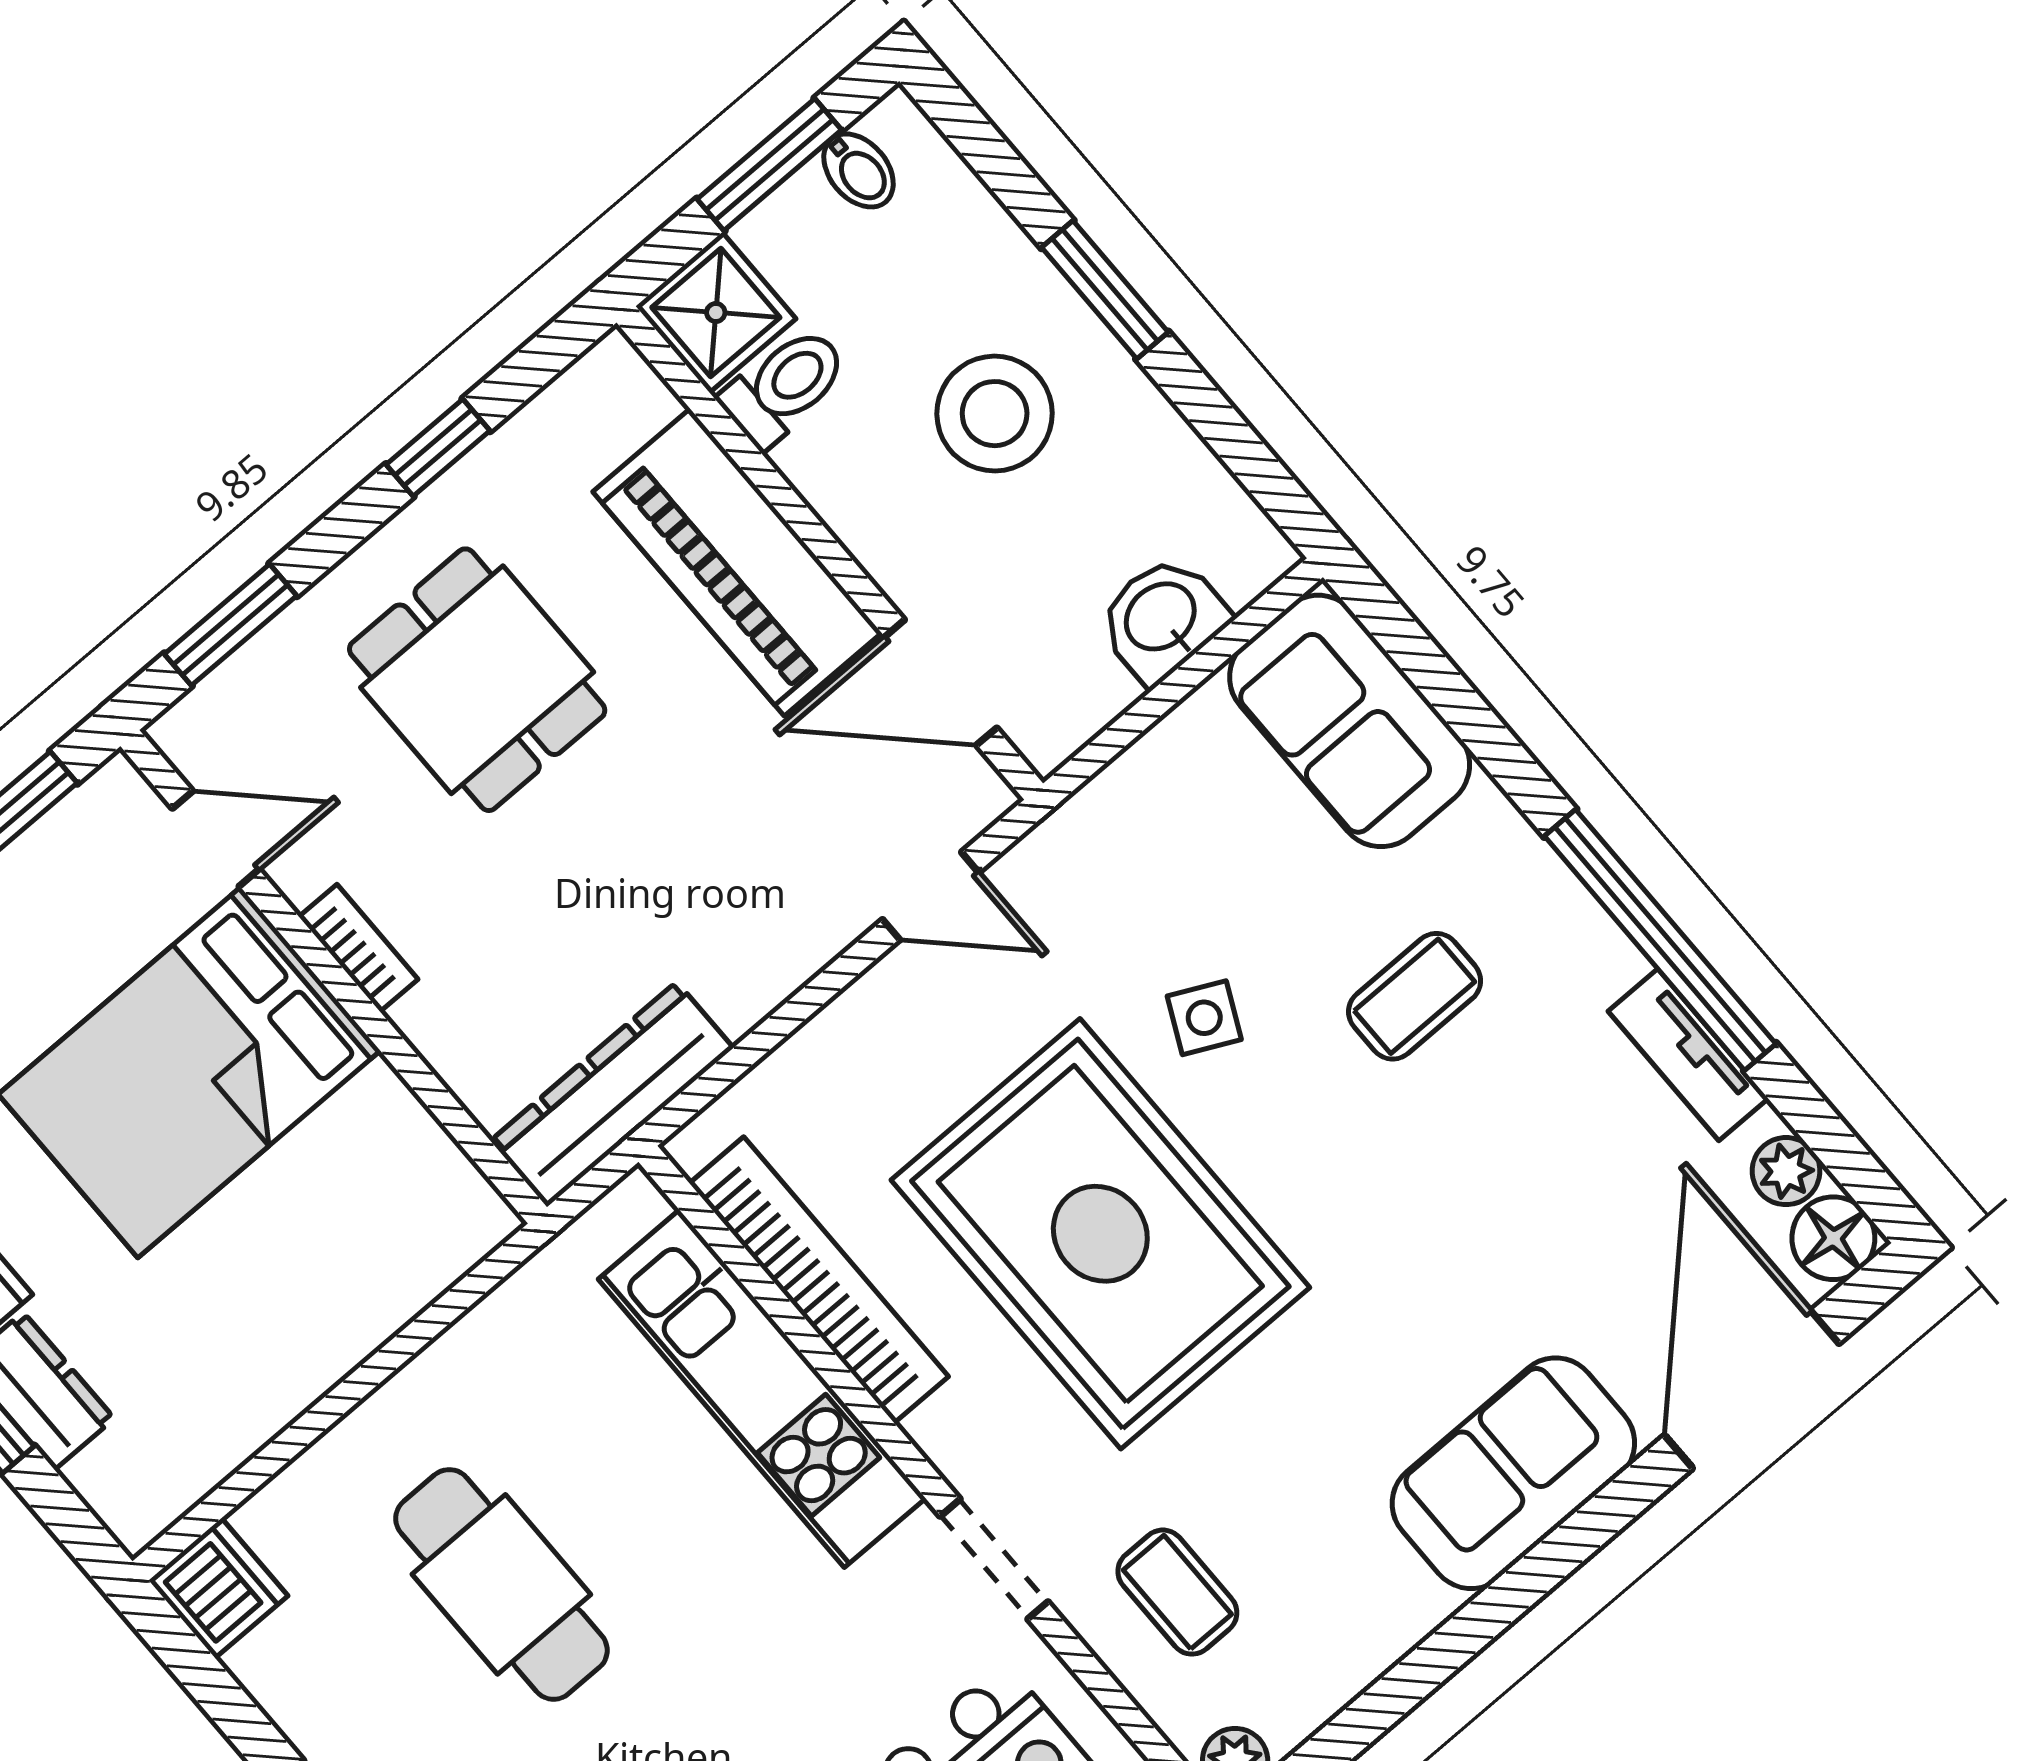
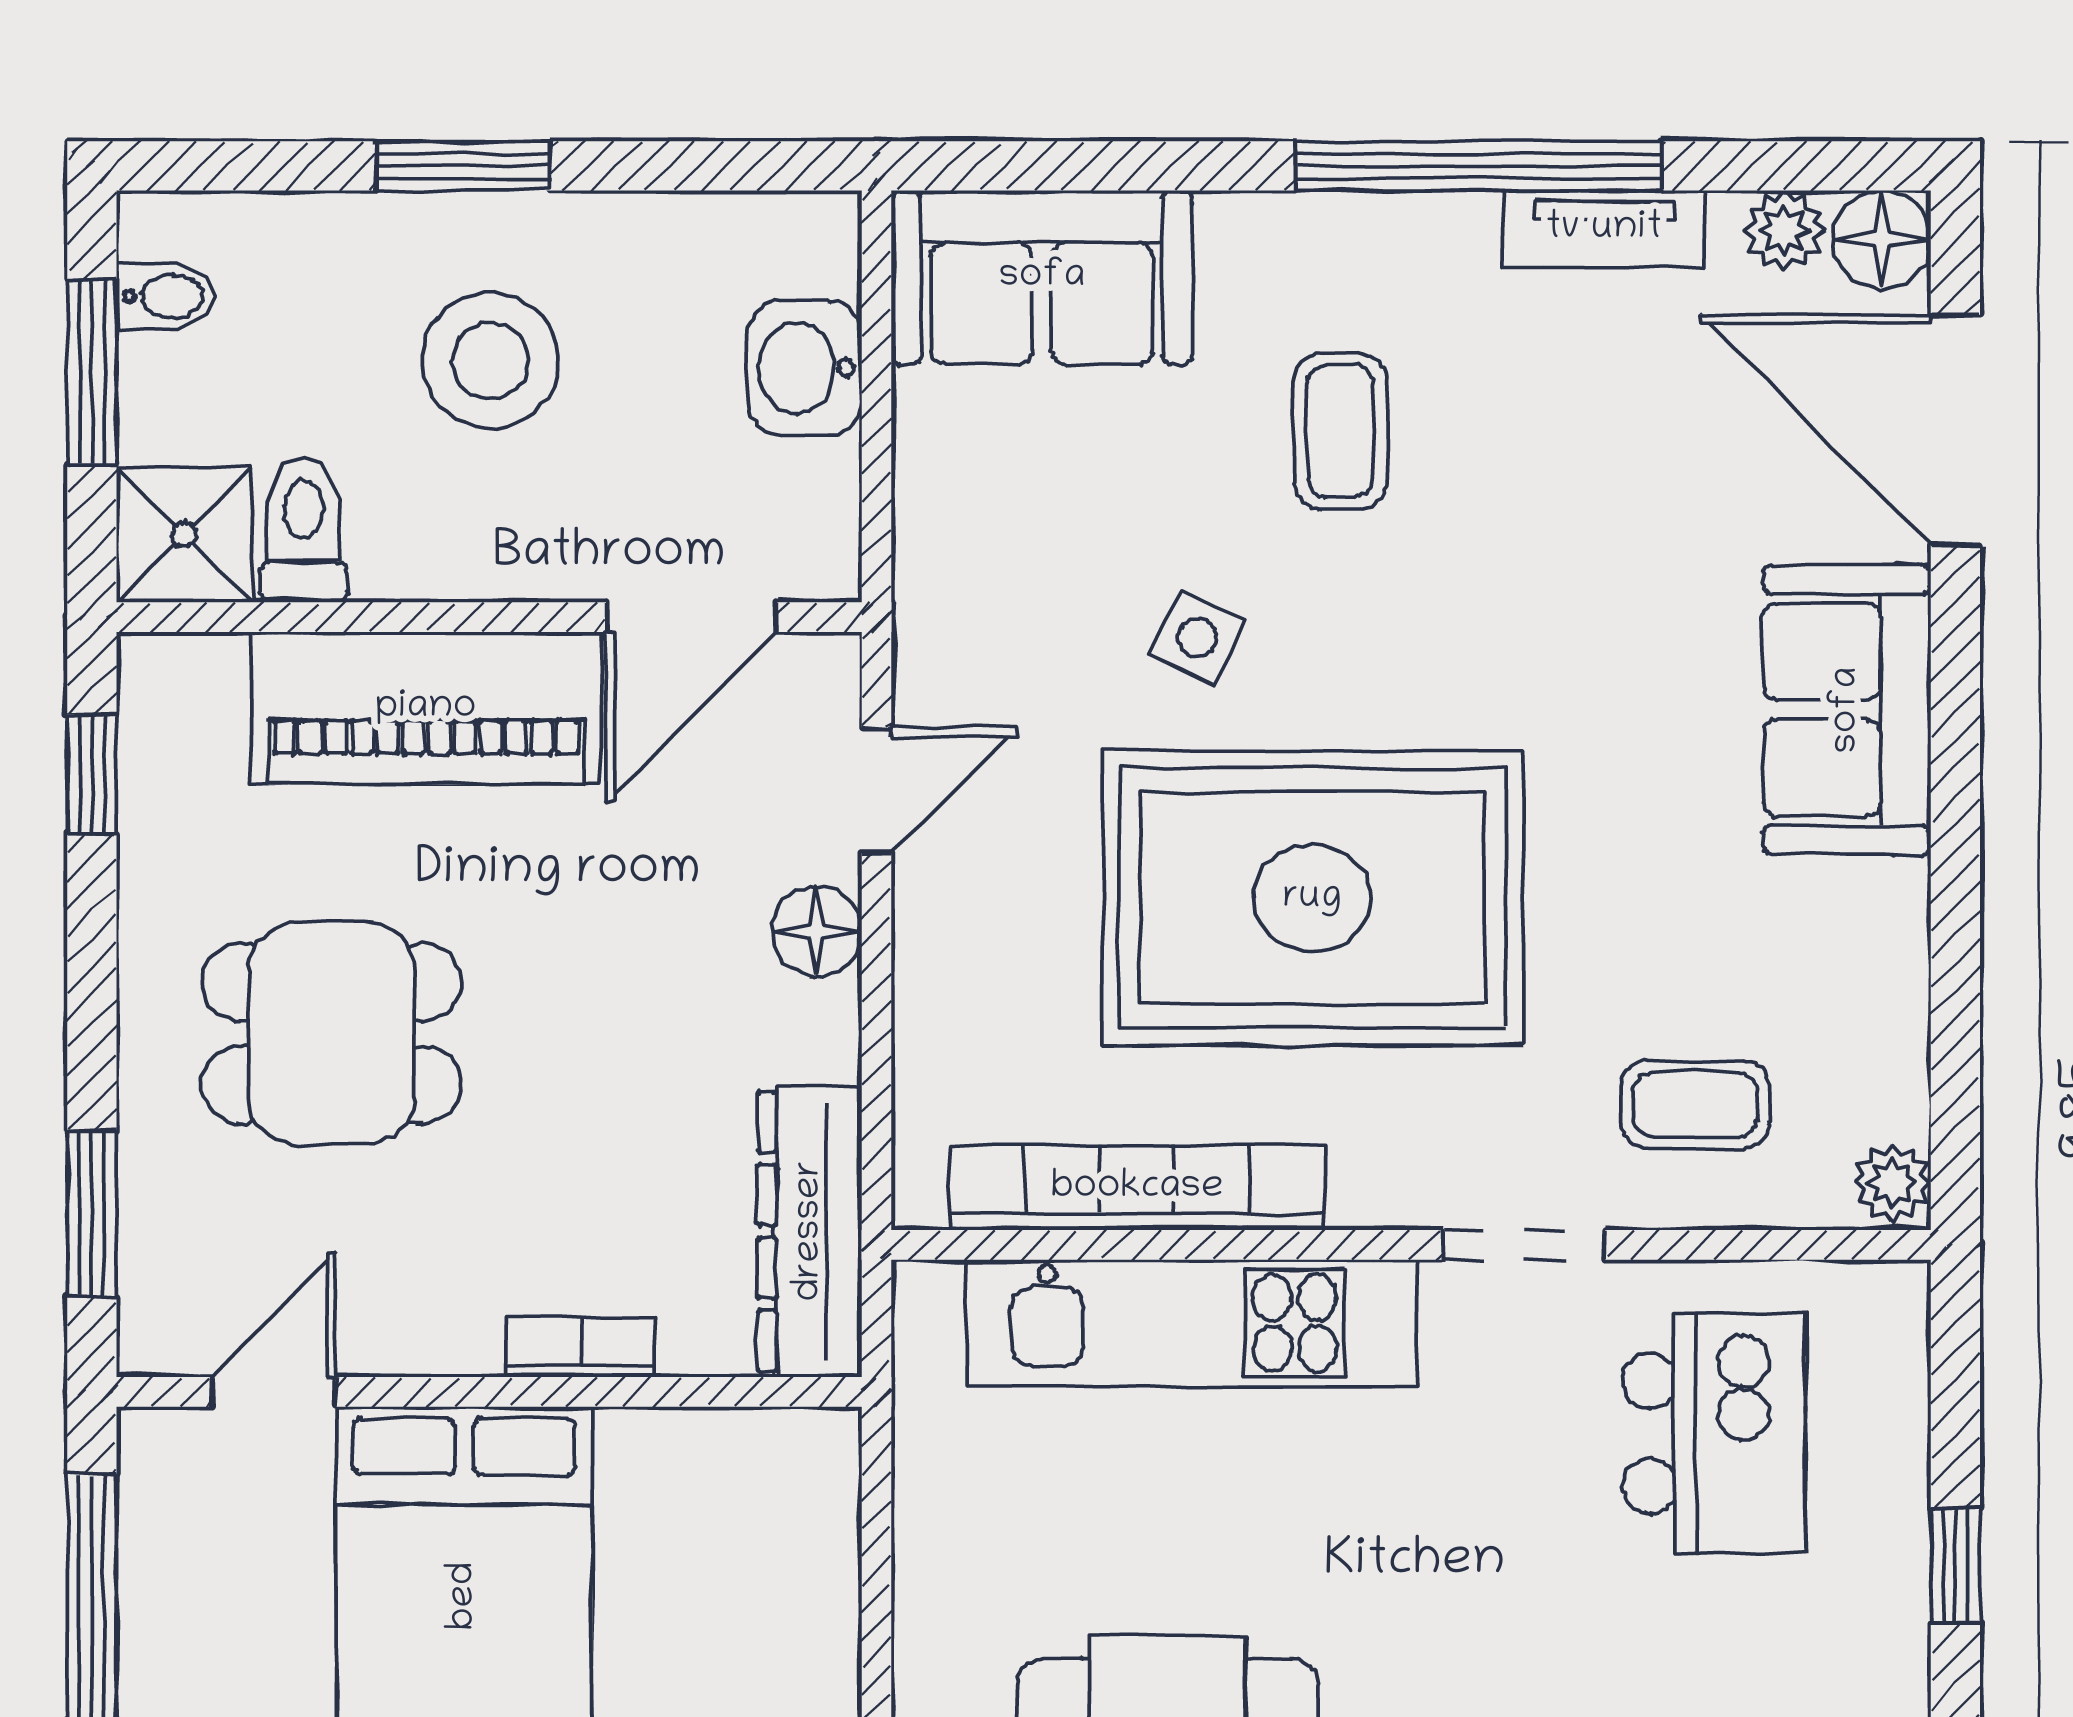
window: (438, 448) -> (92, 775), moved
floor lamp: (808, 935) -> (817, 931), added
bookcase: (358, 948) -> (580, 1348), moved

